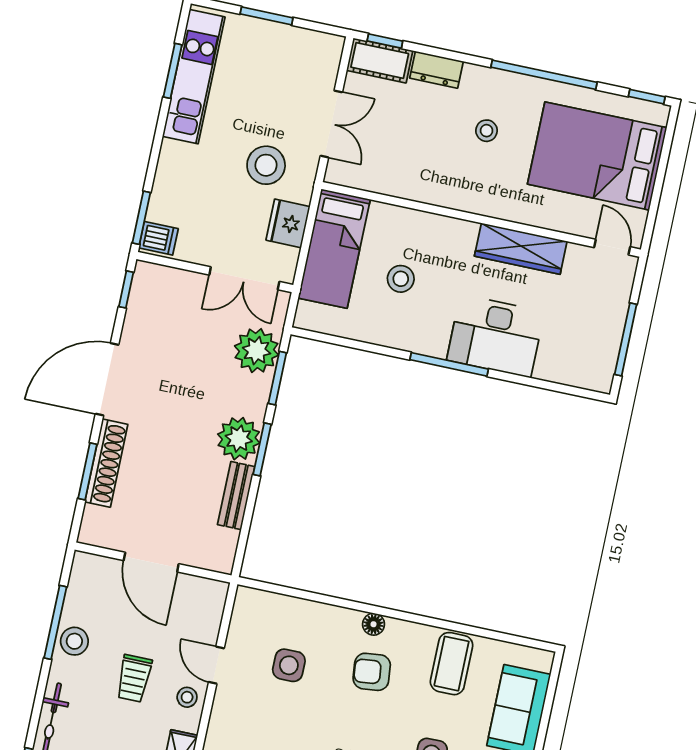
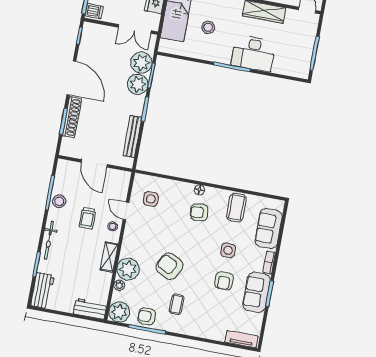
door: (107, 379) -> (71, 78), swing flipped
plant: (239, 439) -> (138, 84), moved
bench: (236, 496) -> (132, 136), width x1.36
side table: (289, 665) -> (151, 199), moved

